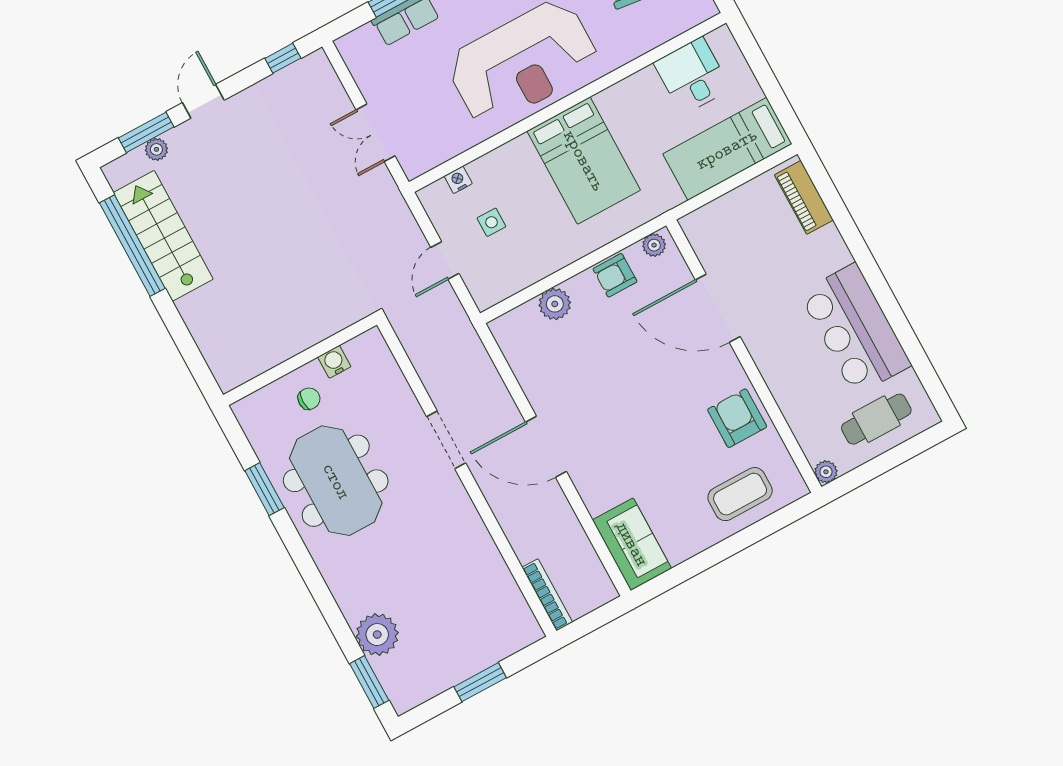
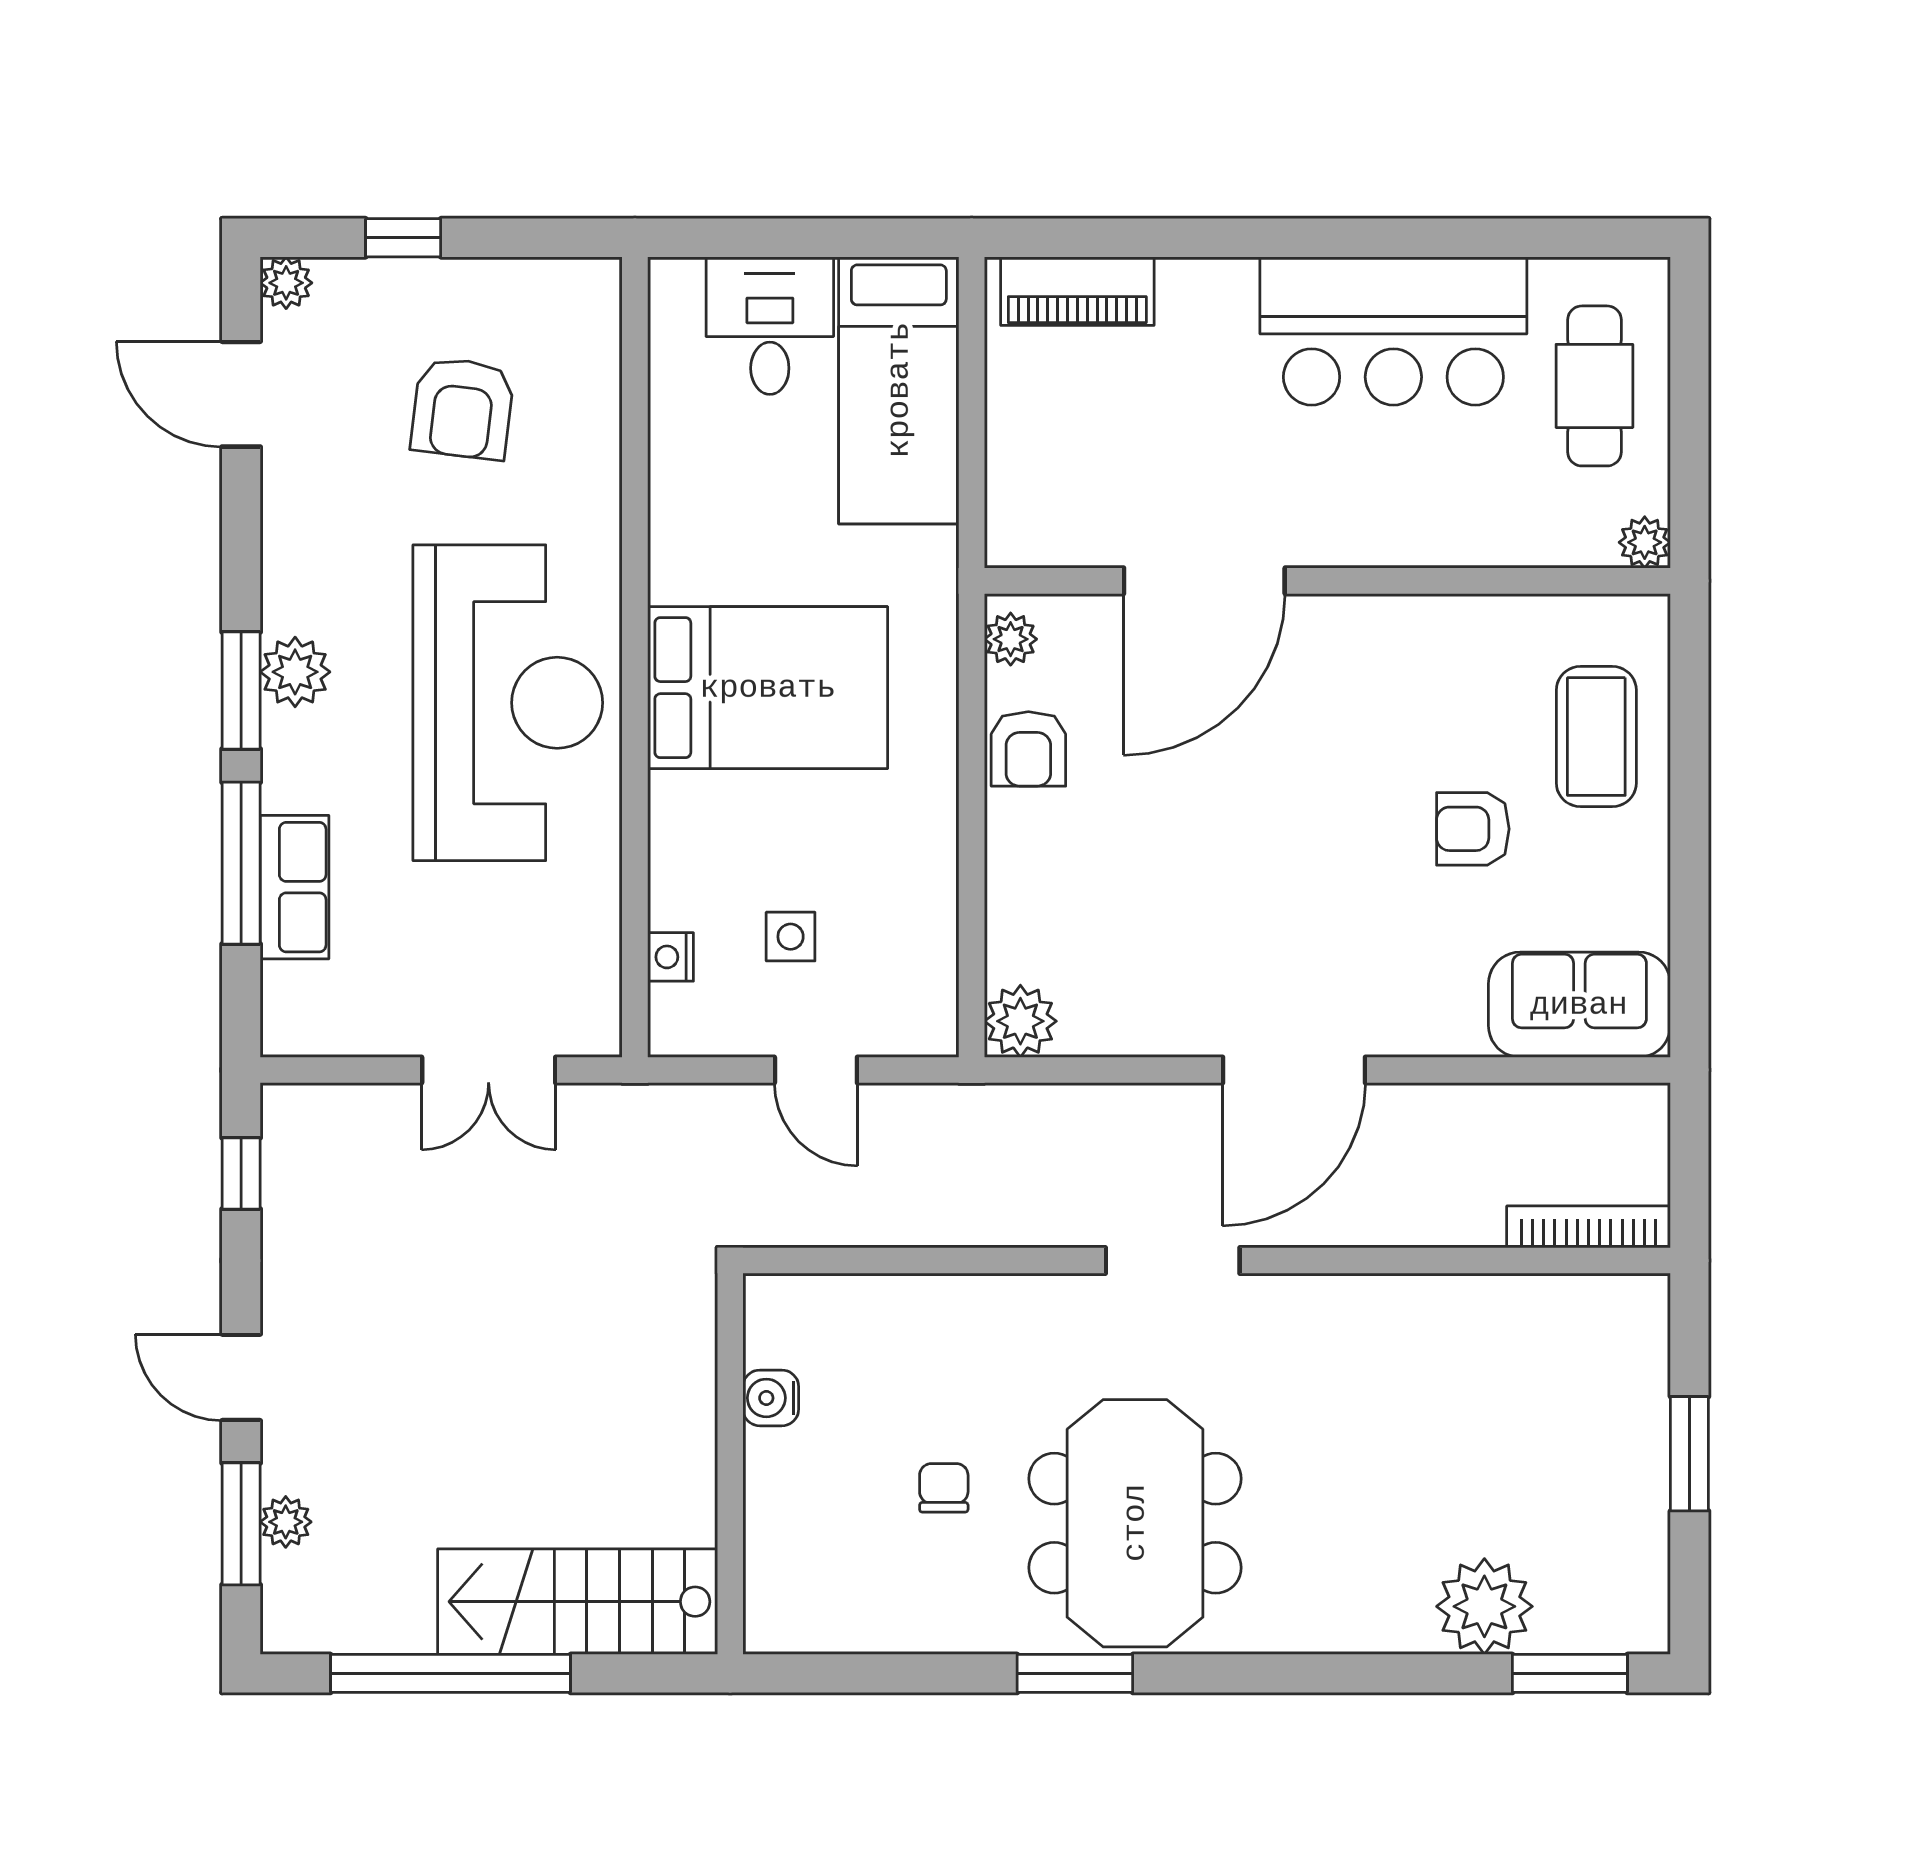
desk: (692, 76) -> (770, 326), moved, turned 90
stairs: (163, 236) -> (578, 1602), moved
plant: (555, 304) -> (1020, 1021), moved
wall: (300, 360) -> (730, 1464), moved
water cooler: (334, 362) -> (771, 1398), moved
armchair: (737, 418) -> (1473, 829), moved, width x0.72, depth x0.72
meeting table: (336, 481) -> (1135, 1523), turned 90

